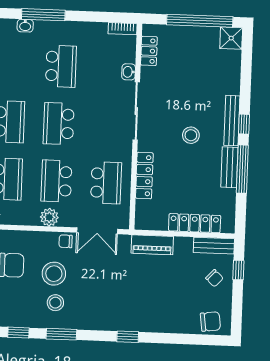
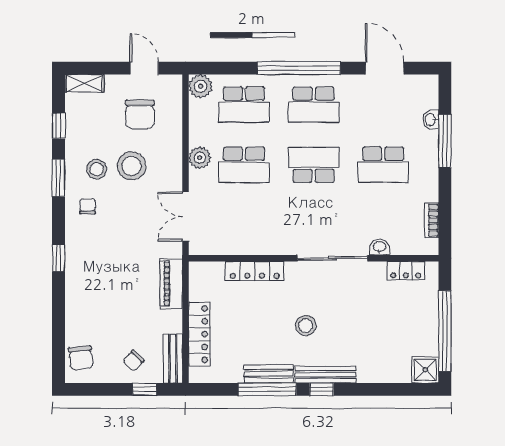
bookcase: (123, 29) -> (432, 220), moved
school desk: (56, 181) -> (244, 165), turned 180
school desk: (106, 183) -> (244, 225), removed
chair: (66, 241) -> (88, 206), moved

